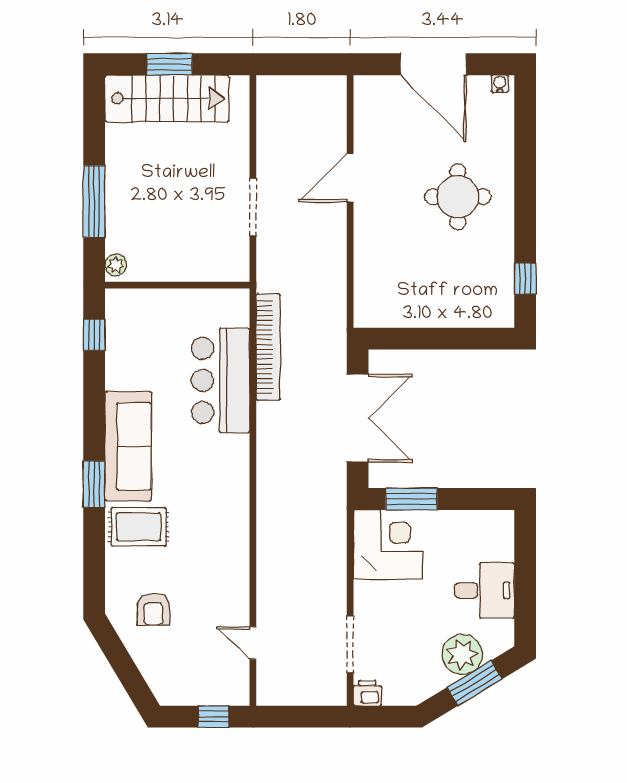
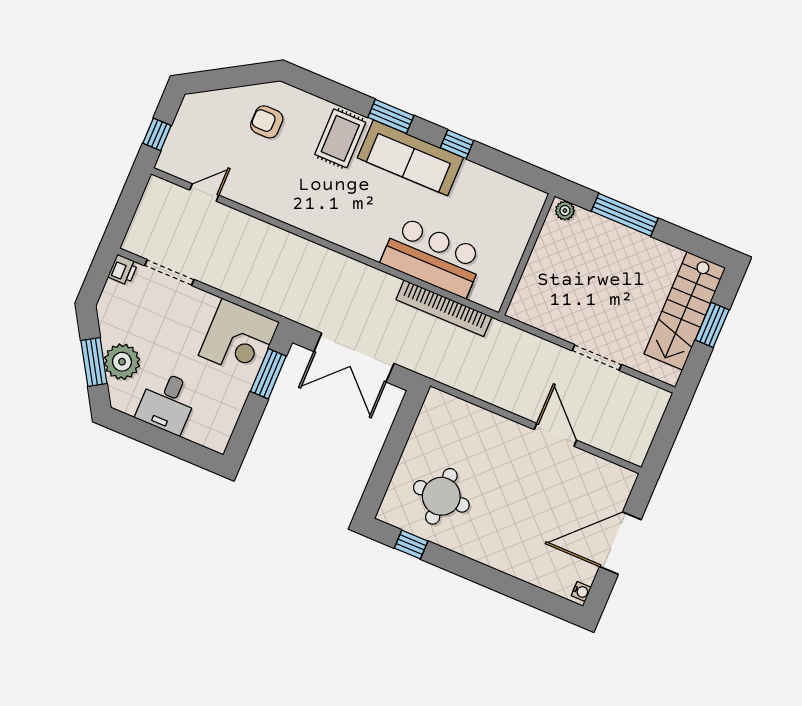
round table: (458, 197) -> (441, 496), moved
doorway: (253, 207) -> (597, 358), moved
window: (94, 335) -> (457, 144), moved

